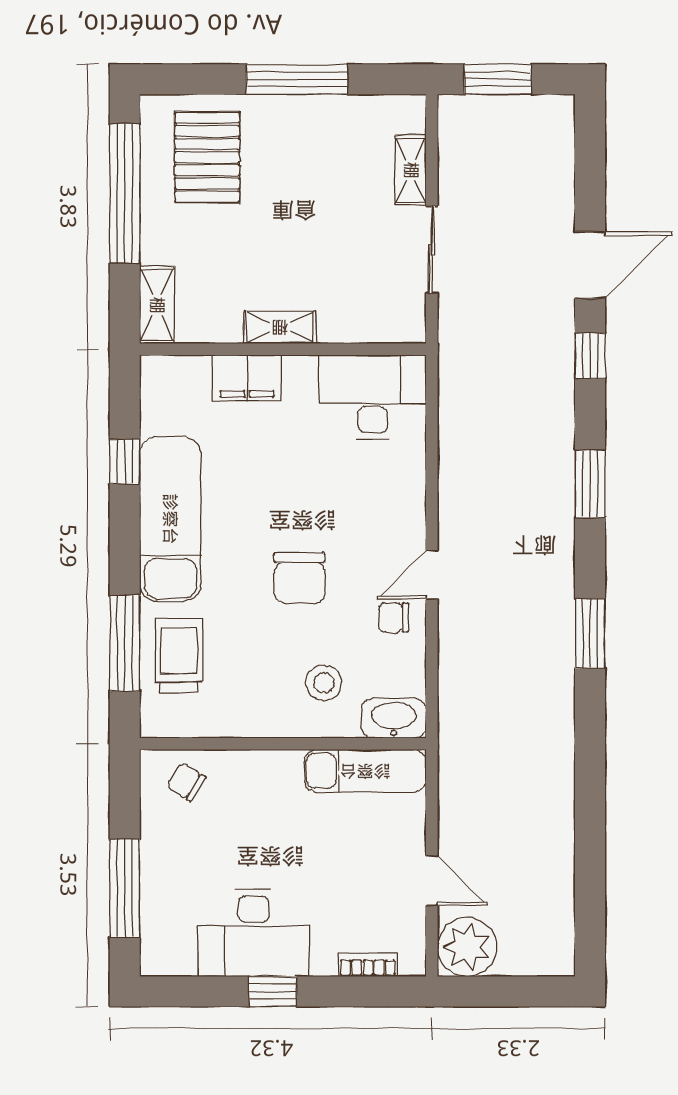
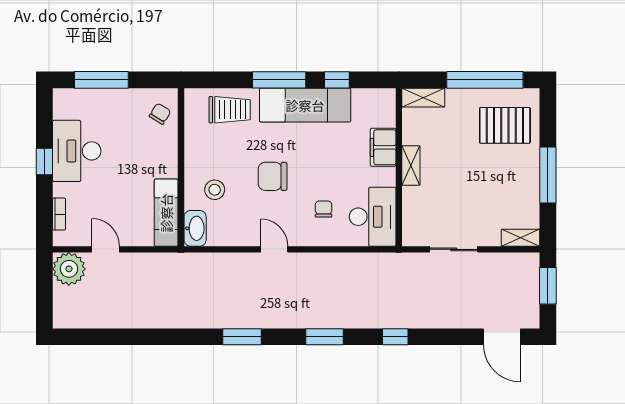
shelving: (411, 170) -> (521, 238), moved
door: (590, 265) -> (502, 337), moved
chair: (393, 618) -> (324, 209), moved
window: (125, 643) -> (279, 80), moved
door: (432, 881) -> (106, 249), swing flipped

